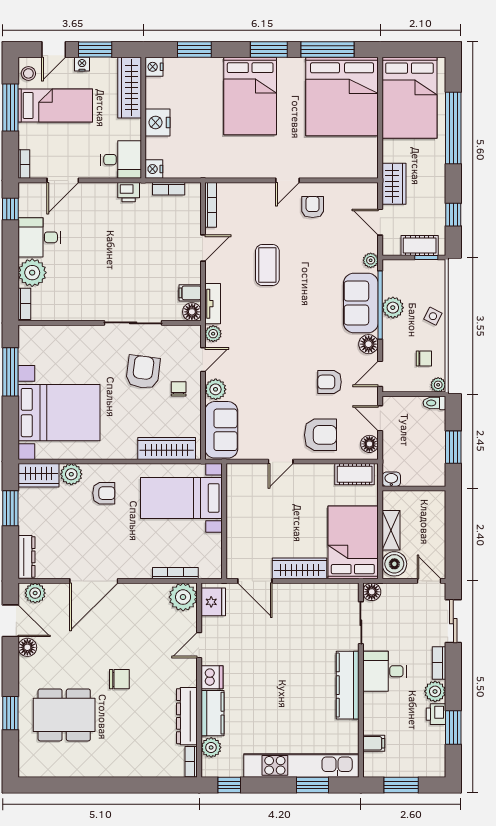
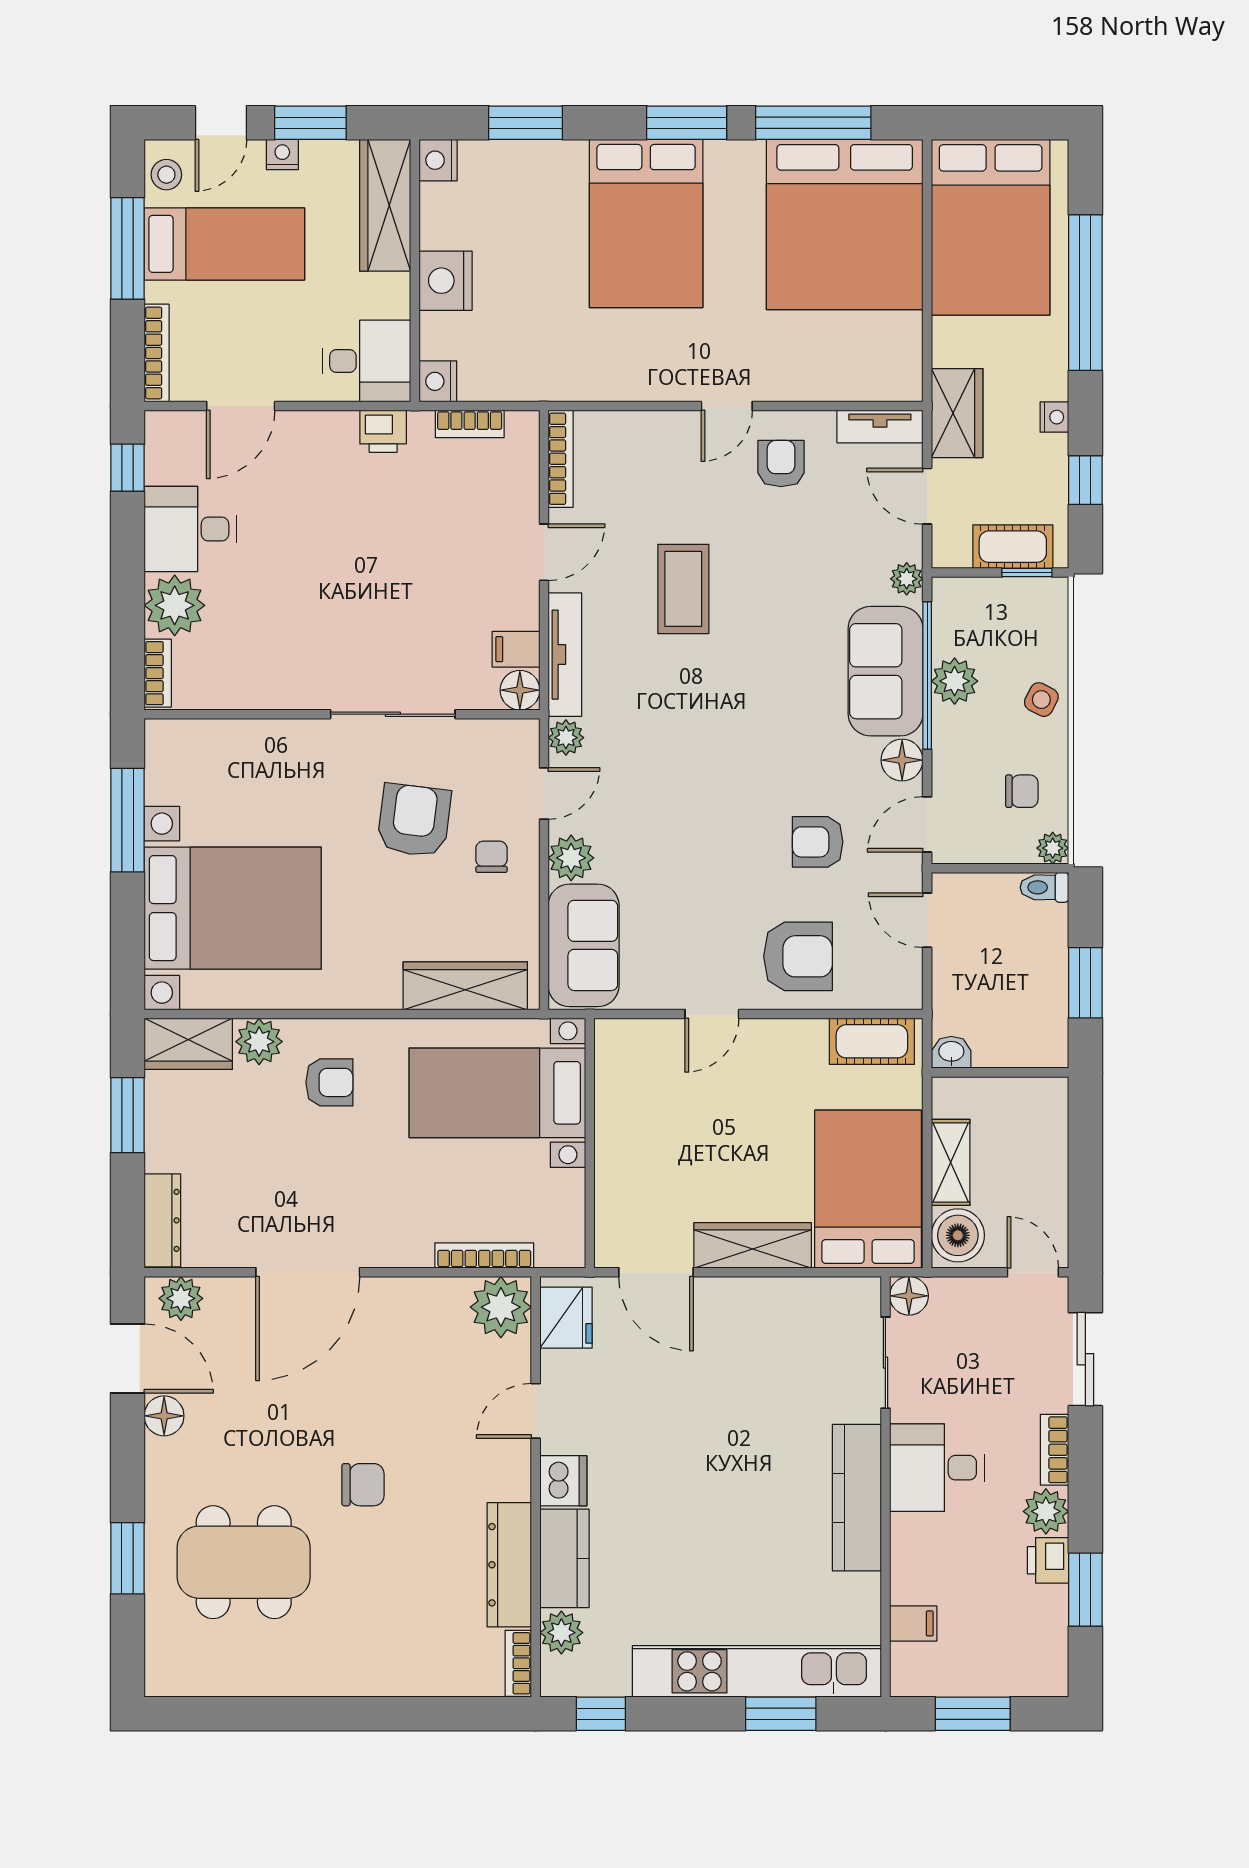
bookcase: (24, 164) -> (157, 353), width x1.56
nightstand: (439, 186) -> (1054, 417), added
tv unit: (358, 190) -> (880, 427), added
tv unit: (213, 304) -> (565, 655), width x1.41
floor lamp: (369, 444) -> (904, 976), removed

